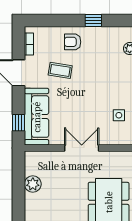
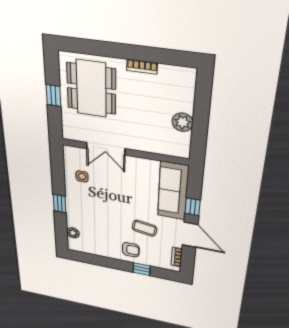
window: (93, 20) -> (142, 269), moved
window: (19, 123) -> (193, 207), moved
double door: (82, 148) -> (106, 149), moved

